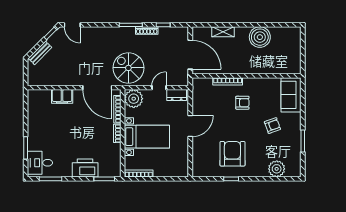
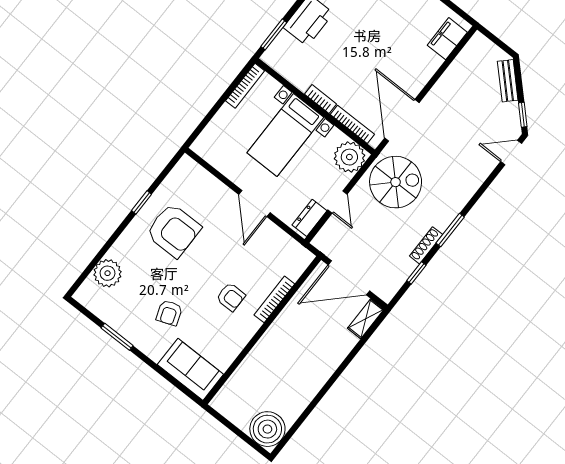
shelving: (223, 32) -> (366, 319), moved
boiler: (260, 37) -> (267, 429), moved
door: (97, 88) -> (402, 120), hinge flipped
filing cabinet: (62, 96) -> (447, 39), moved
armchair: (242, 103) -> (231, 297), turned -90

